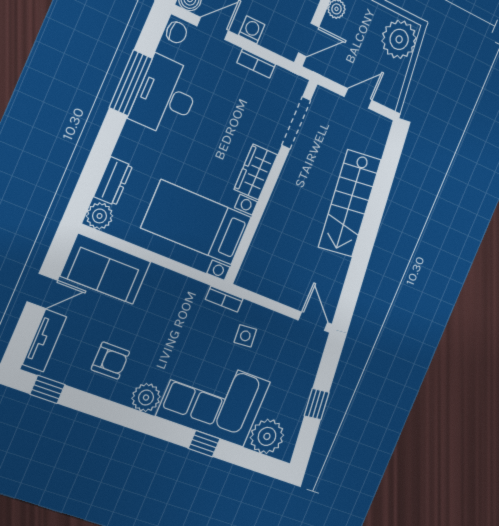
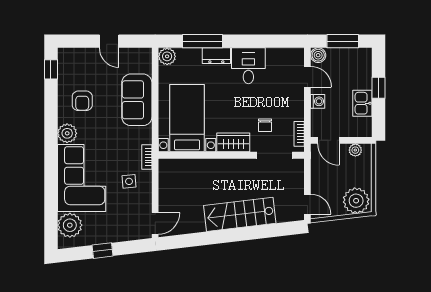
chair: (177, 32) -> (265, 125), moved
bookcase: (256, 63) -> (299, 134), moved
window: (131, 83) -> (203, 41), moved
desk: (166, 96) -> (248, 66), width x0.73
door: (358, 98) -> (307, 204), moved
dresser: (113, 181) -> (216, 56), moved
sofa: (106, 269) -> (137, 100), moved
tv unit: (44, 340) -> (80, 55), removed
window: (204, 444) -> (51, 184), removed

